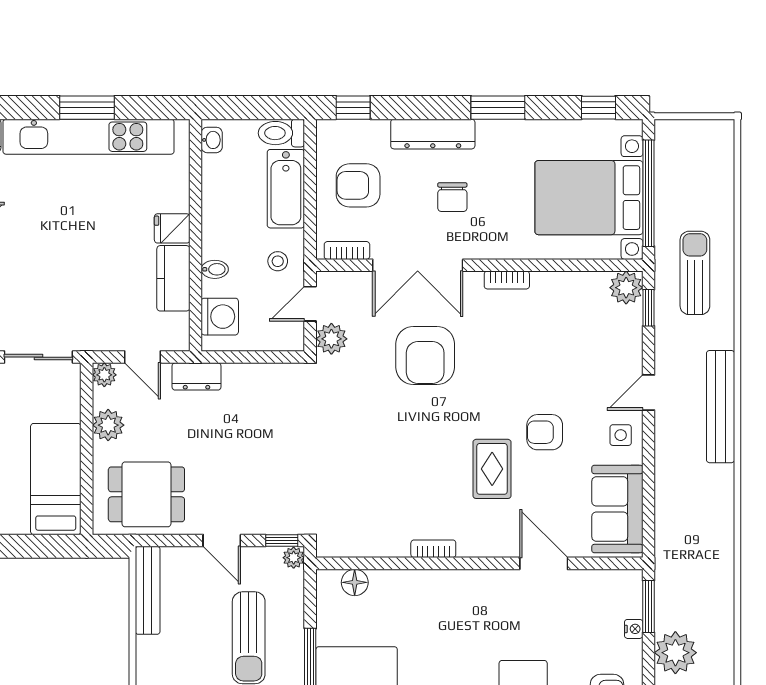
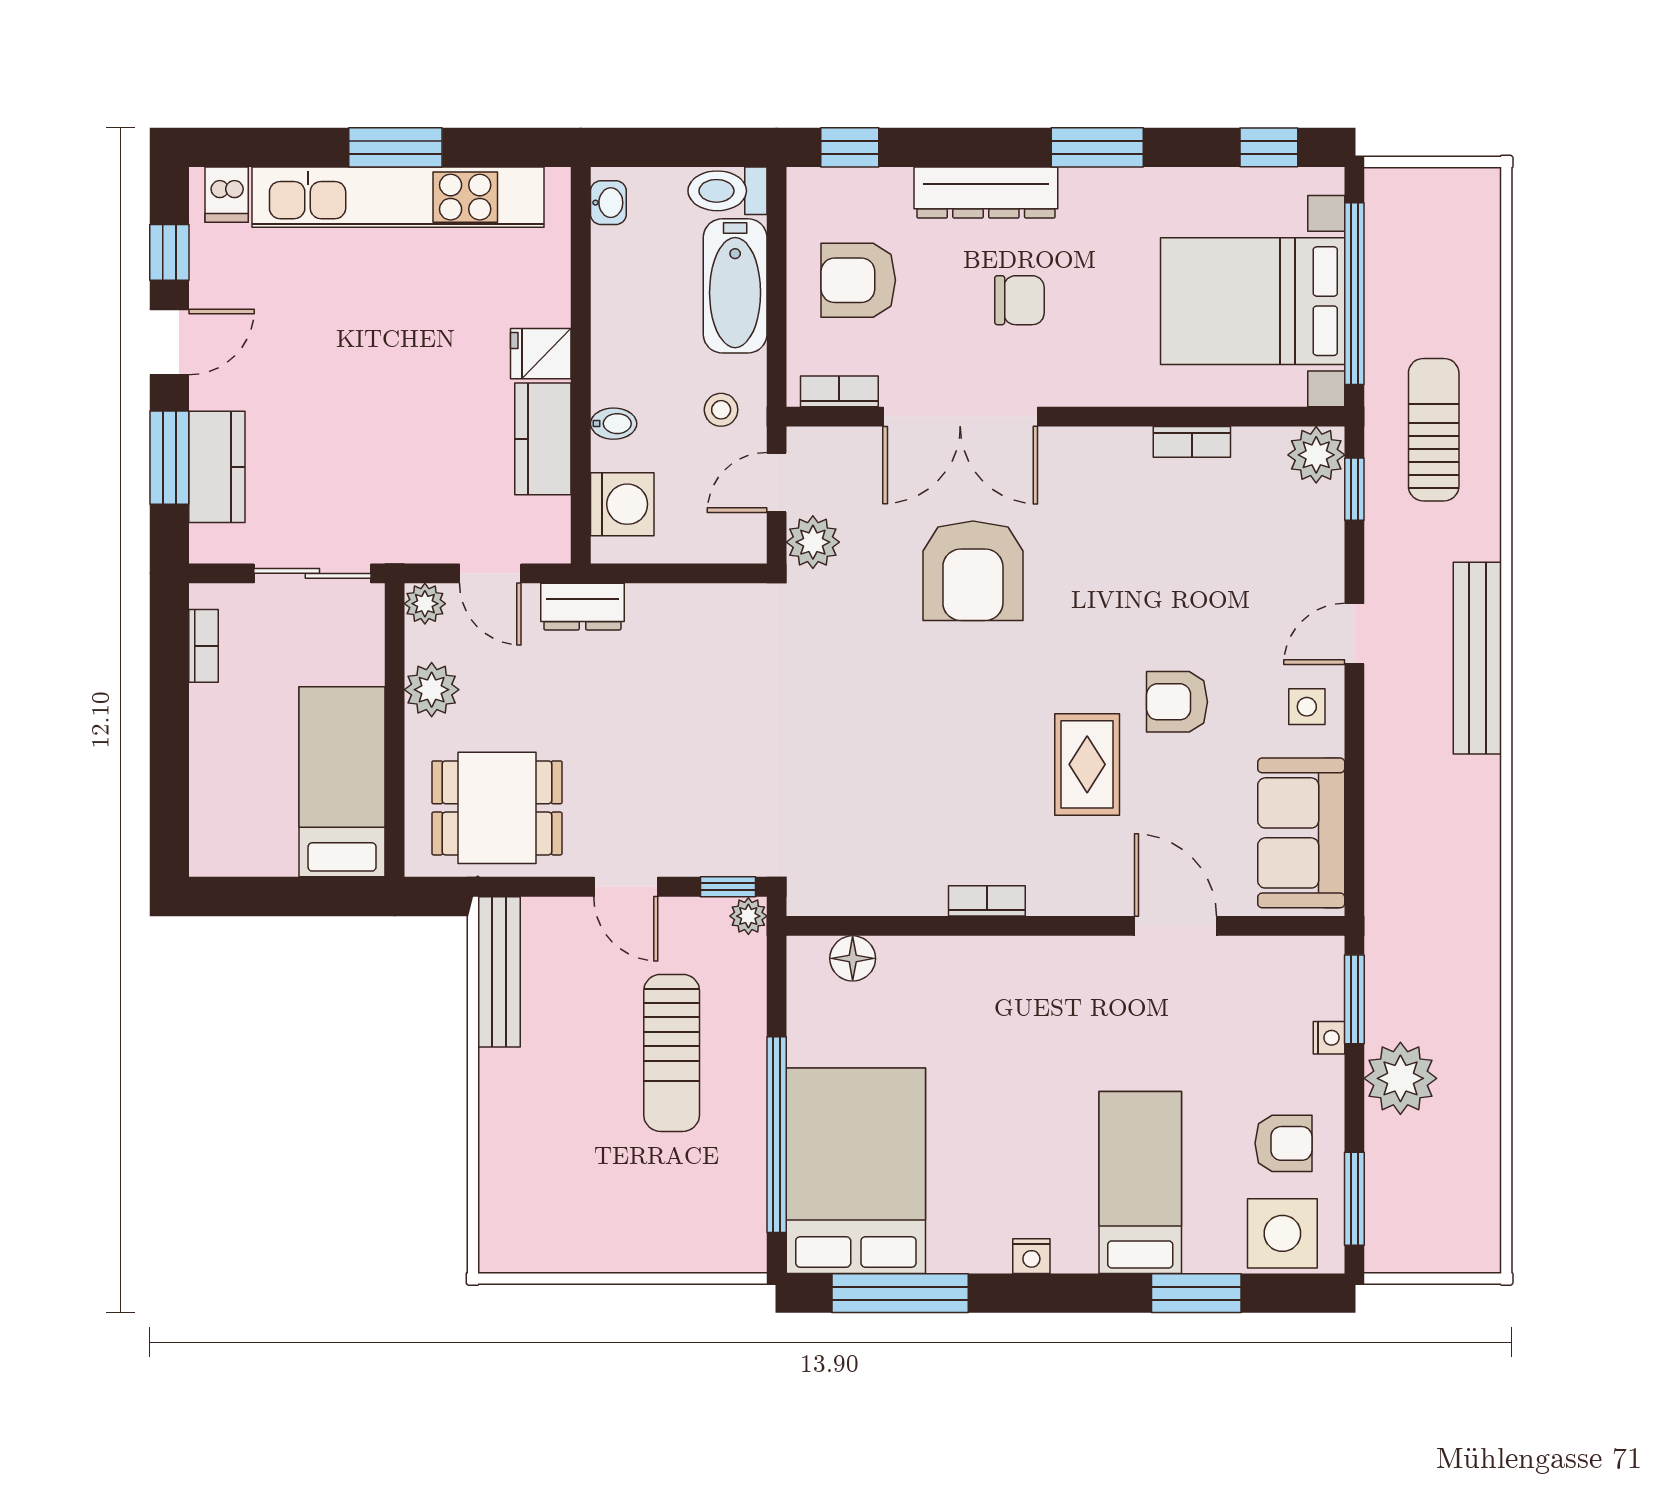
chair: (452, 197) -> (1019, 300), turned -90
bookcase: (507, 280) -> (1192, 442), moved

